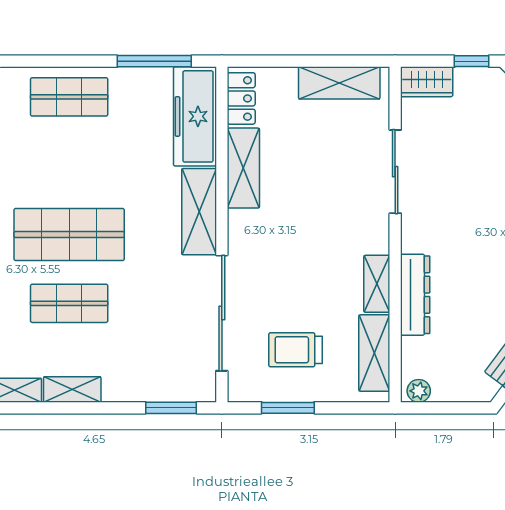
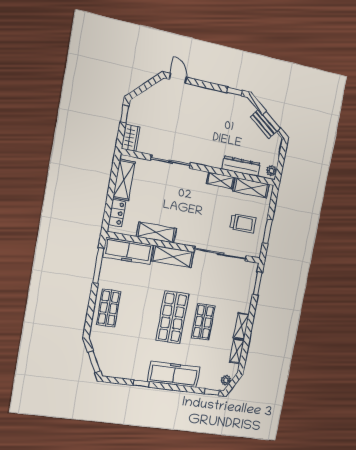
locker: (241, 98) -> (117, 213), moved, turned 90
dresser: (415, 295) -> (241, 166), moved
trolley: (296, 350) -> (243, 223), turned -90

